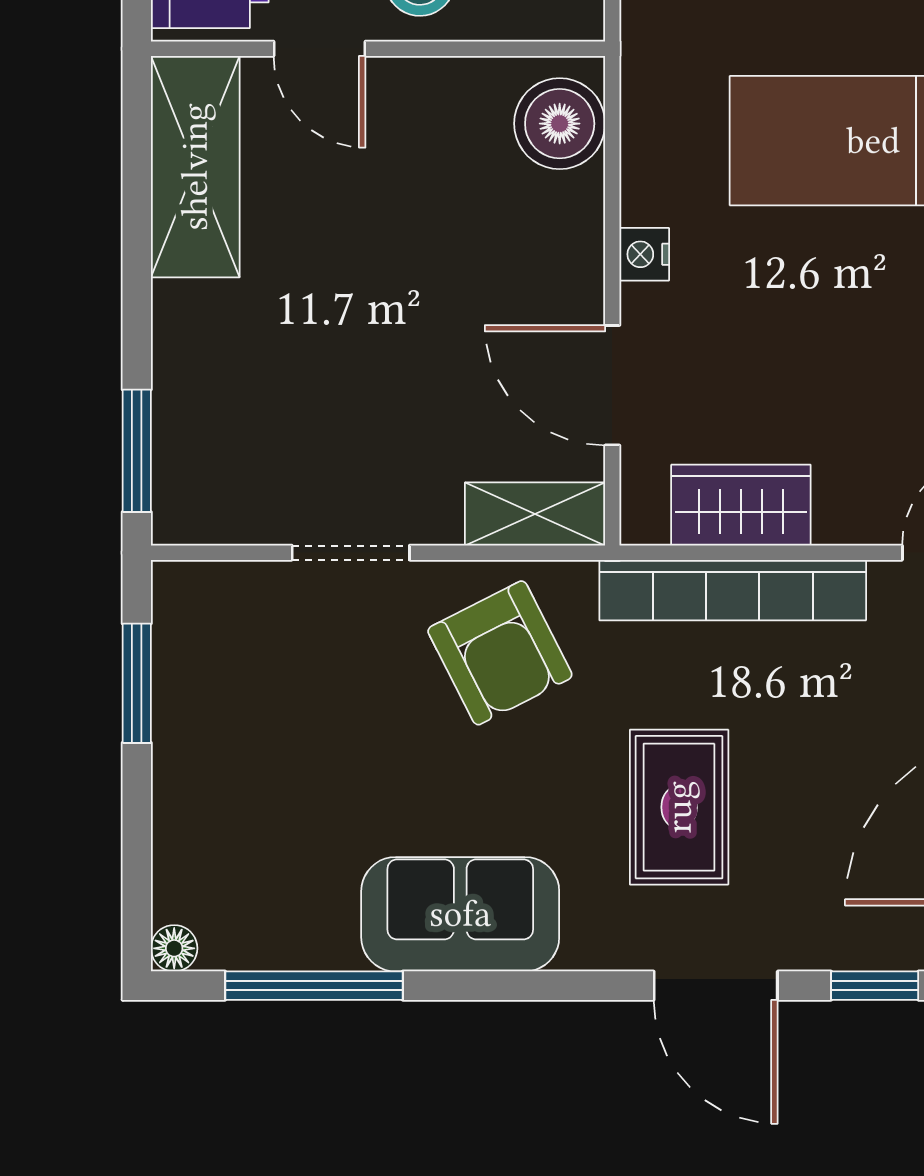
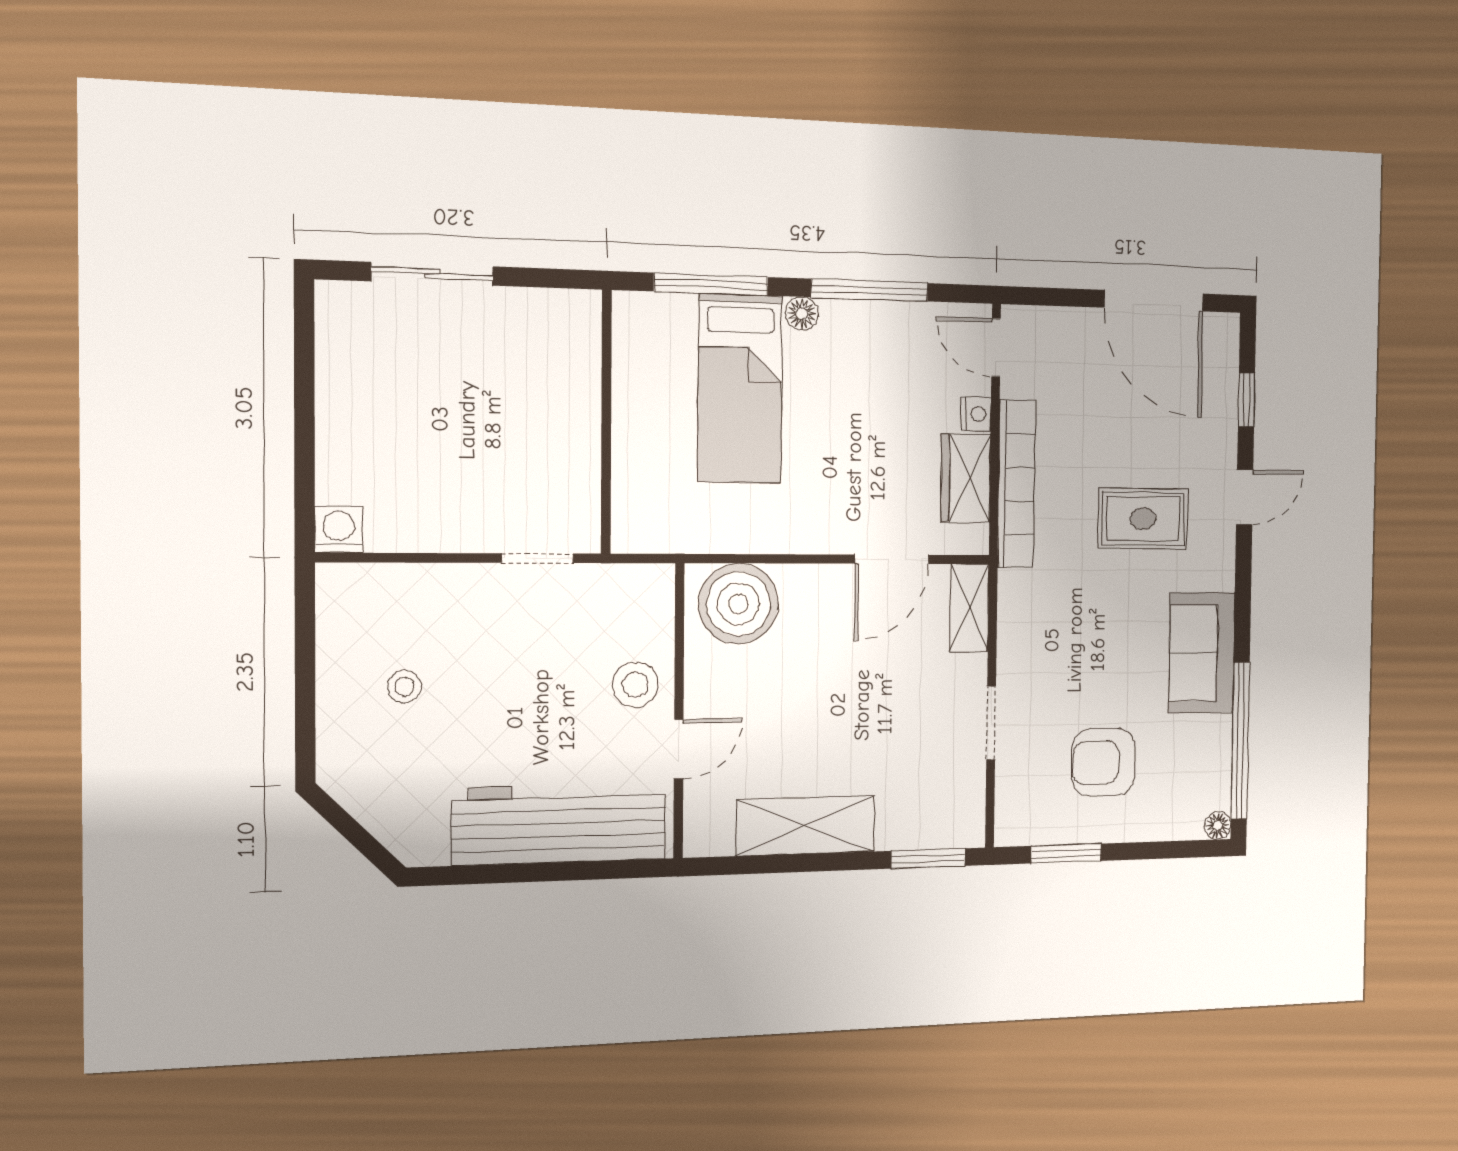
boiler: (560, 124) -> (738, 604), width x1.37, depth x1.37
shelving: (195, 167) -> (806, 826), moved
nightstand: (644, 254) -> (976, 414), moved, turned -90
armchair: (500, 653) -> (1103, 762), moved, turned -153
window: (314, 986) -> (1240, 741), width x1.46
door: (716, 986) -> (1245, 497), width x0.73

